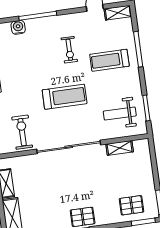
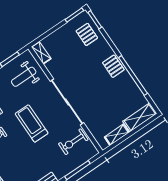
weight bench: (120, 113) -> (24, 77), turned 90
shelving: (120, 148) -> (41, 53), moved

